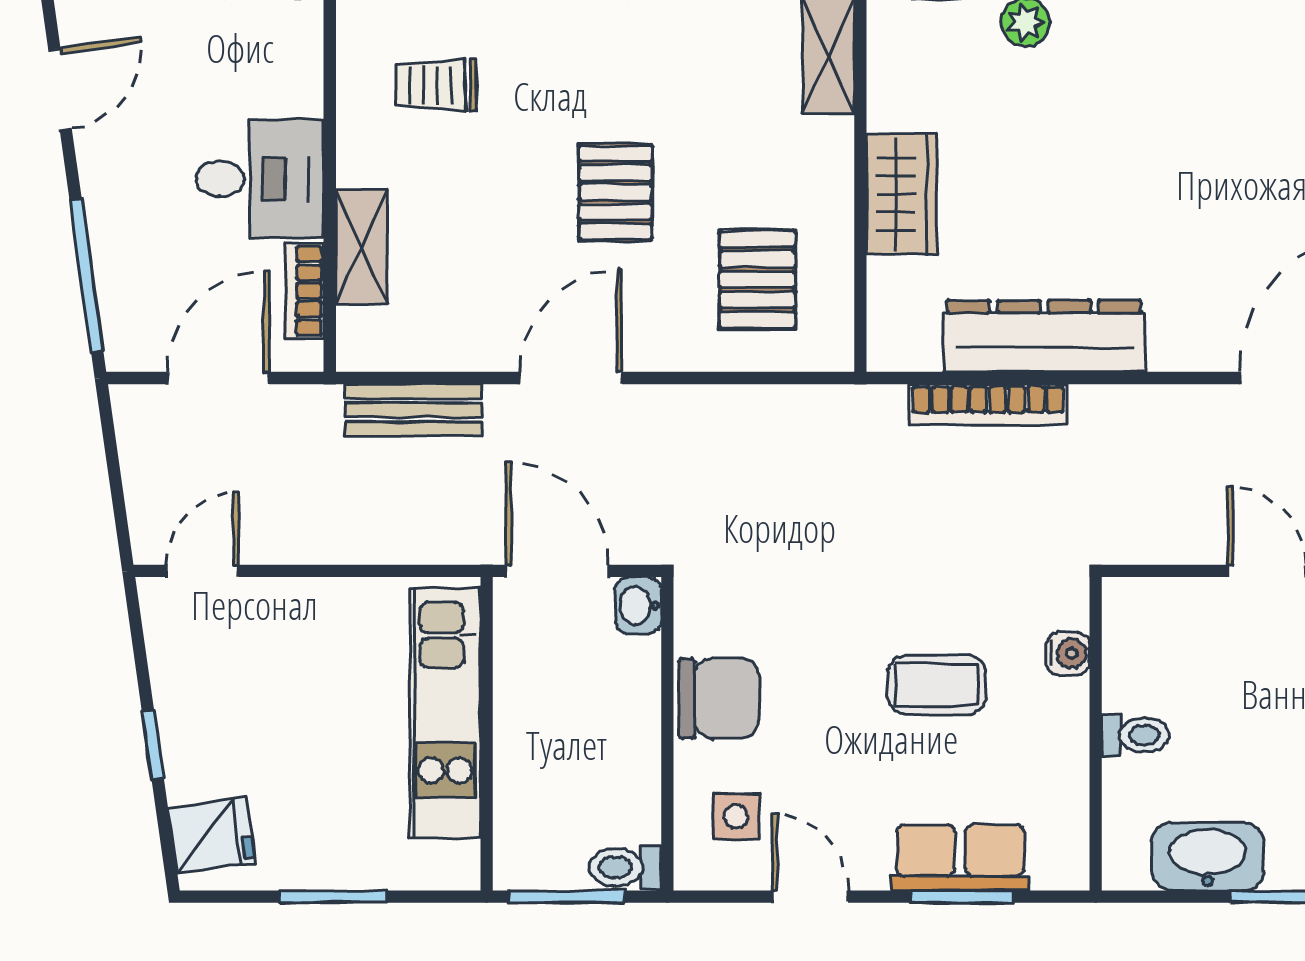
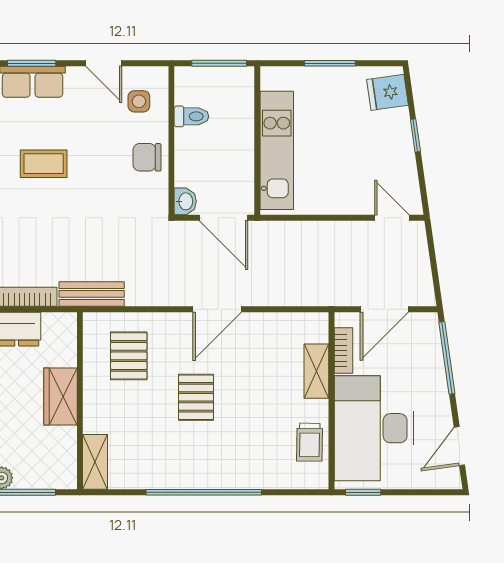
trolley: (436, 85) -> (310, 442), moved, turned 91
desk: (260, 179) -> (374, 428), width x1.87, depth x1.30
bench: (413, 410) -> (92, 294), moved
door: (202, 571) -> (392, 218), swing flipped
chair: (719, 698) -> (147, 157), width x0.73, depth x0.73
toilet: (625, 867) -> (191, 116), moved

